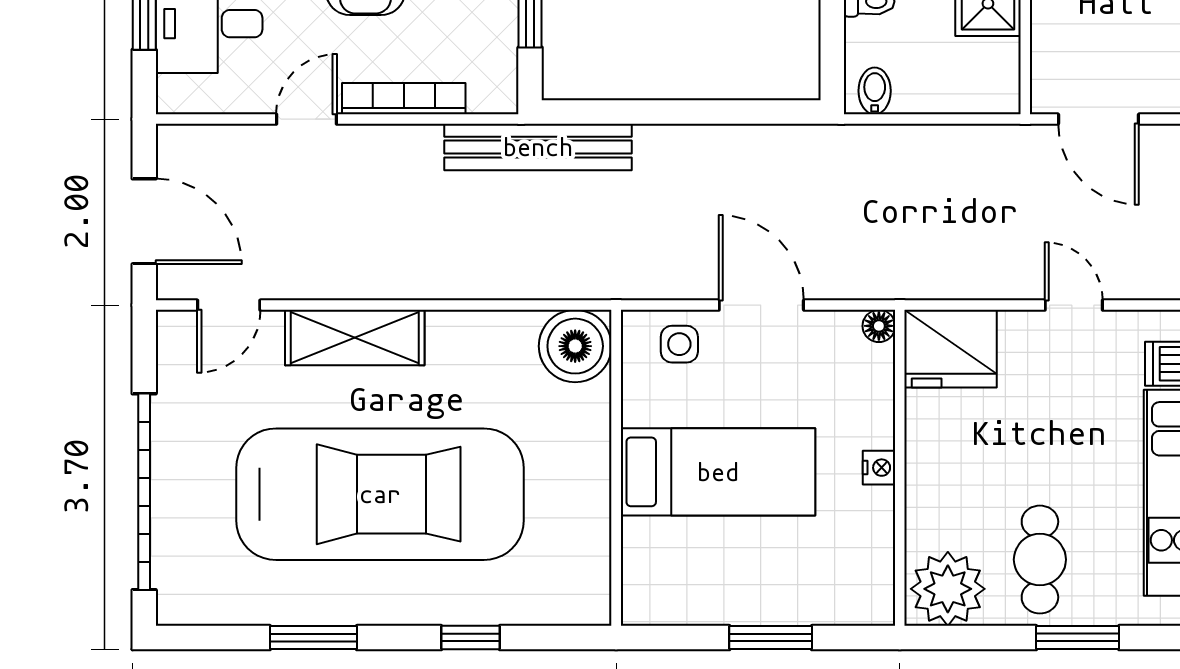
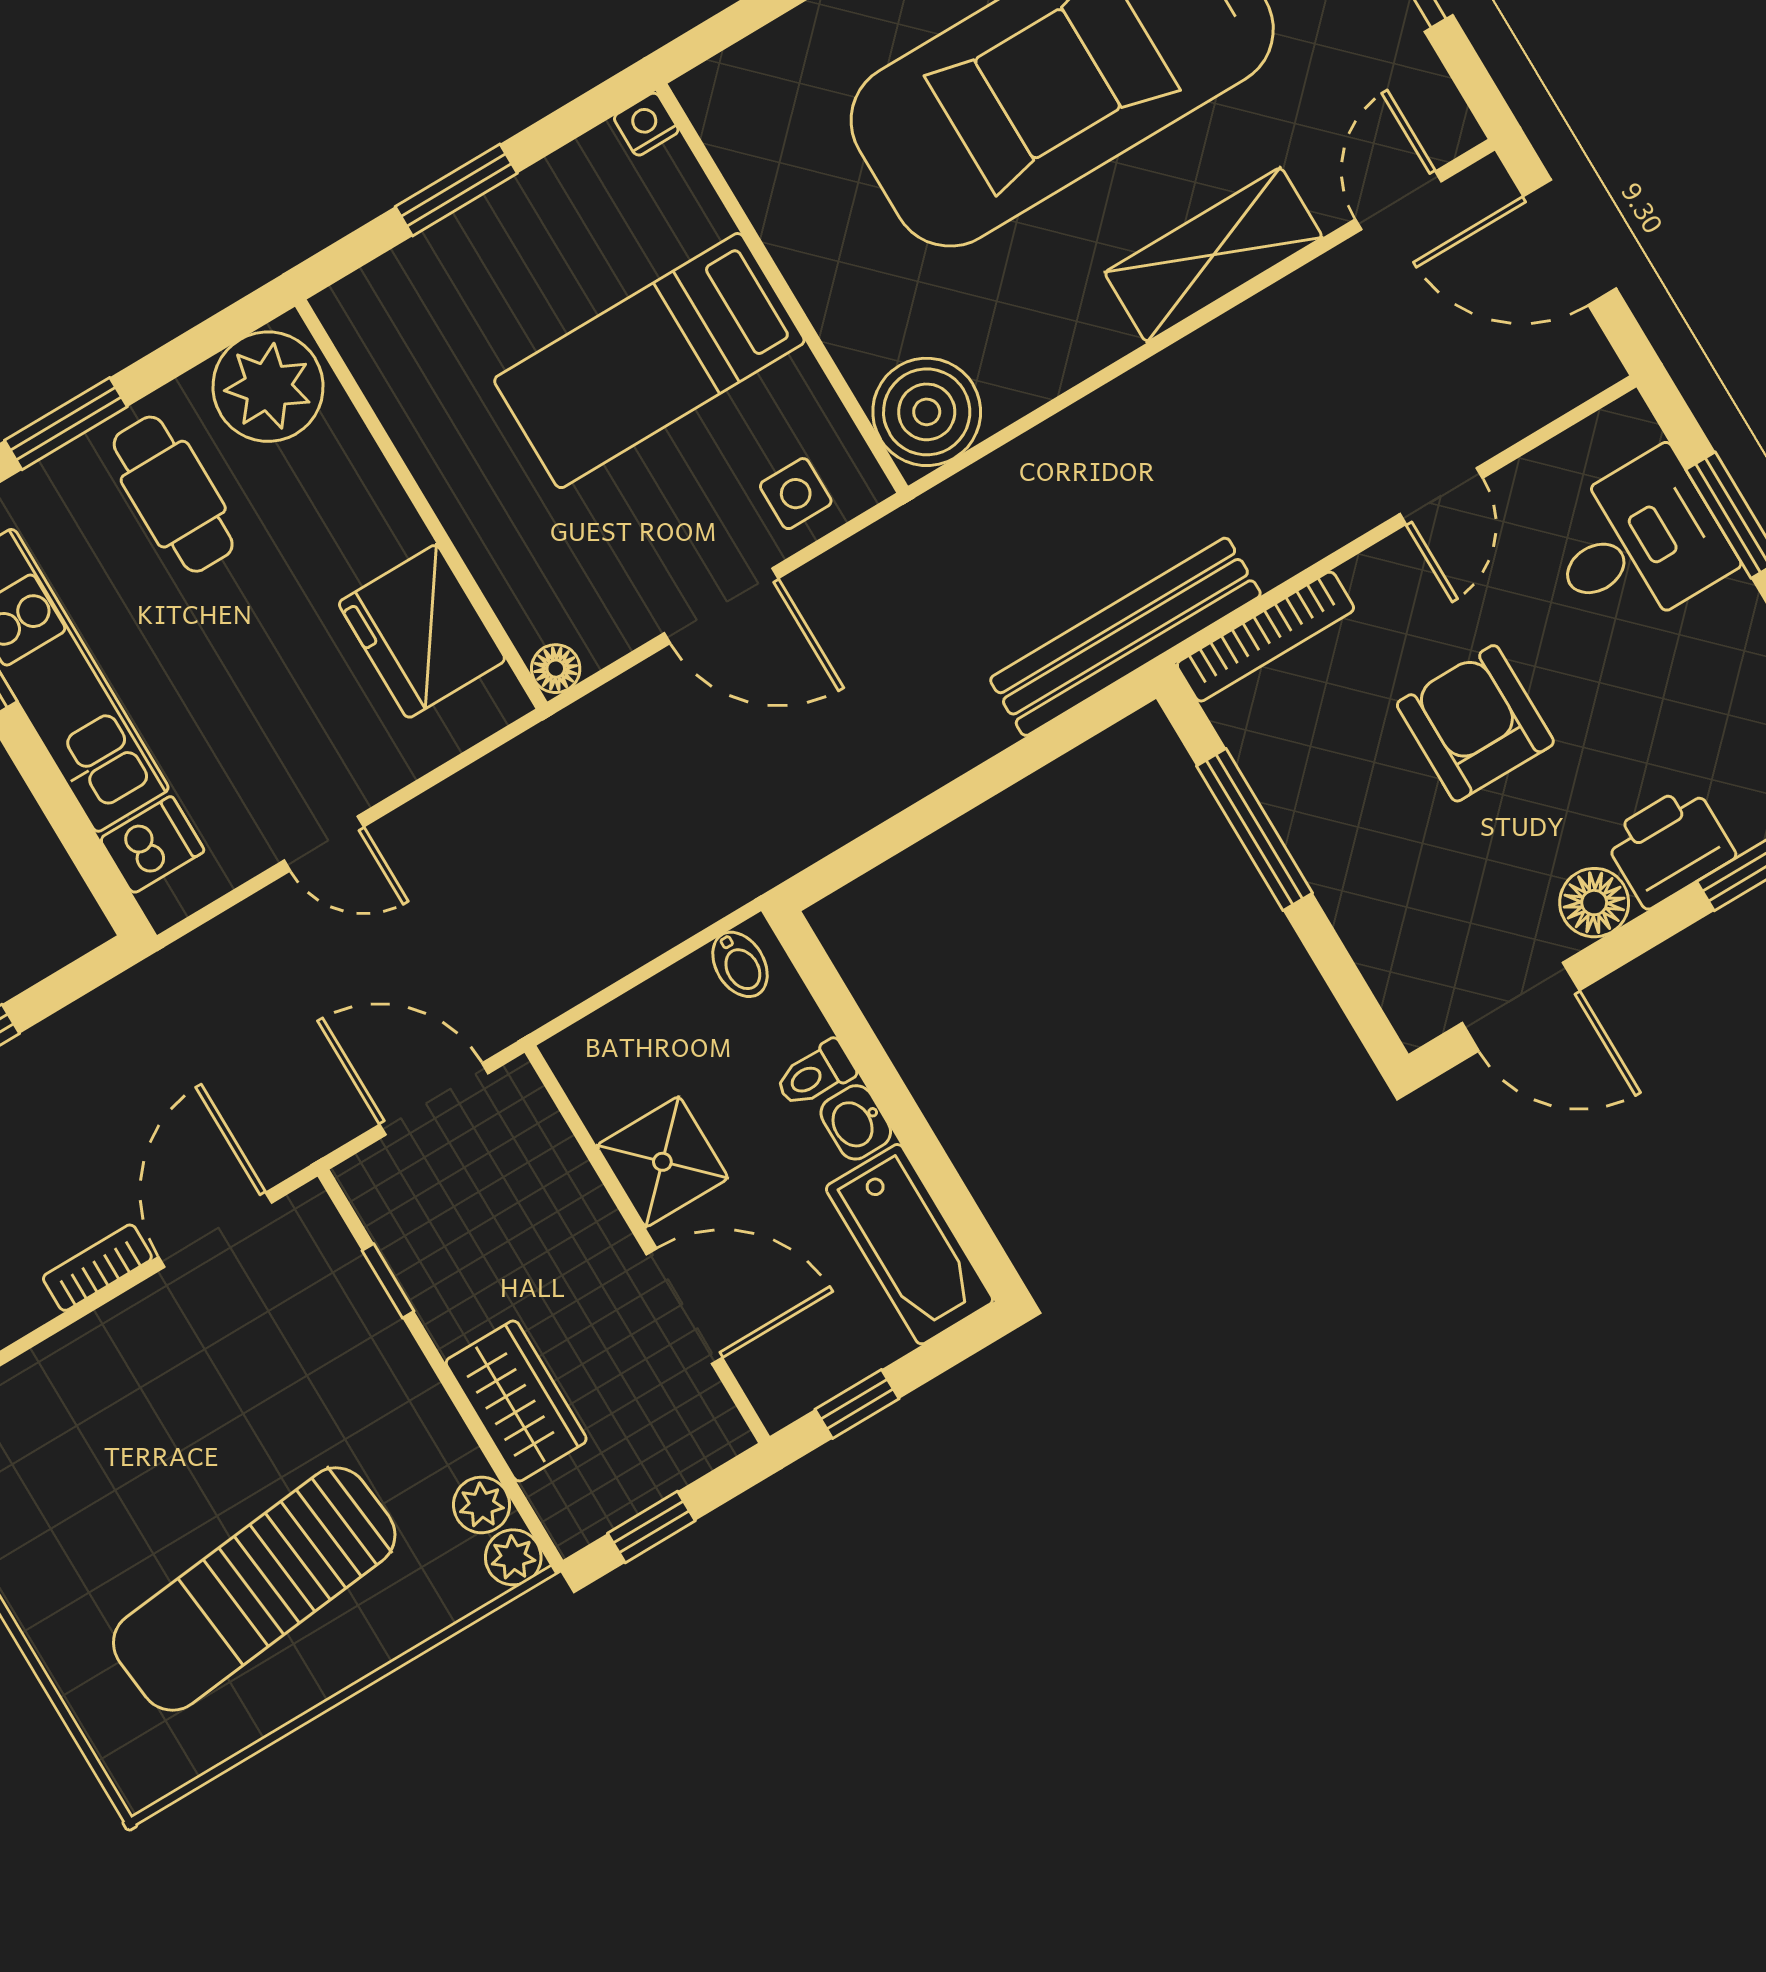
bookcase: (404, 99) -> (1265, 637), moved
fridge: (950, 349) -> (422, 631), moved, turned -90
nightstand: (879, 468) -> (646, 124), moved, turned 90

